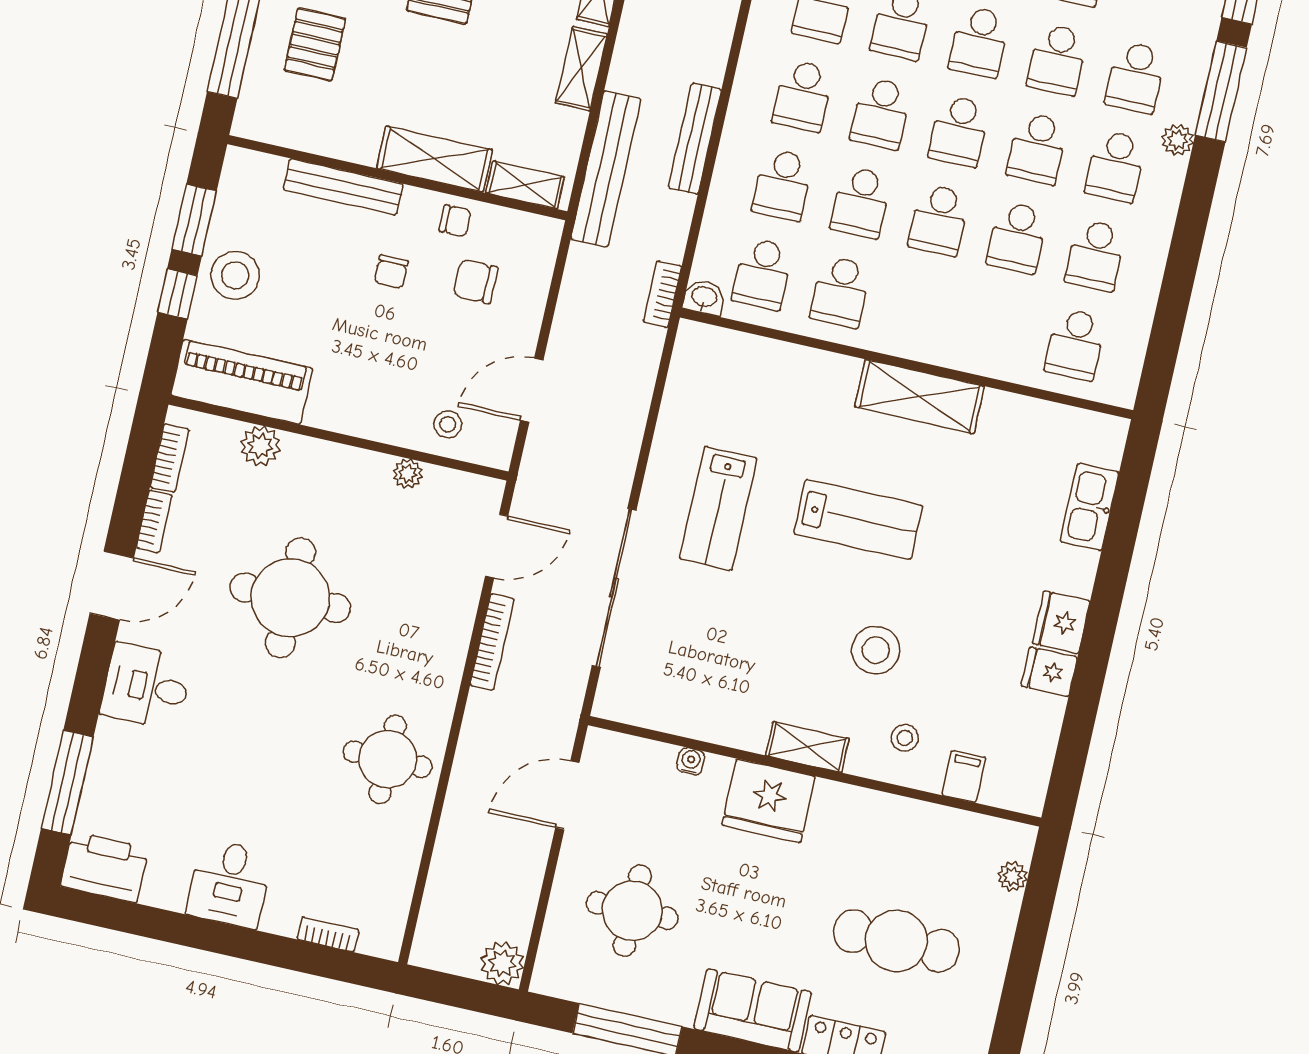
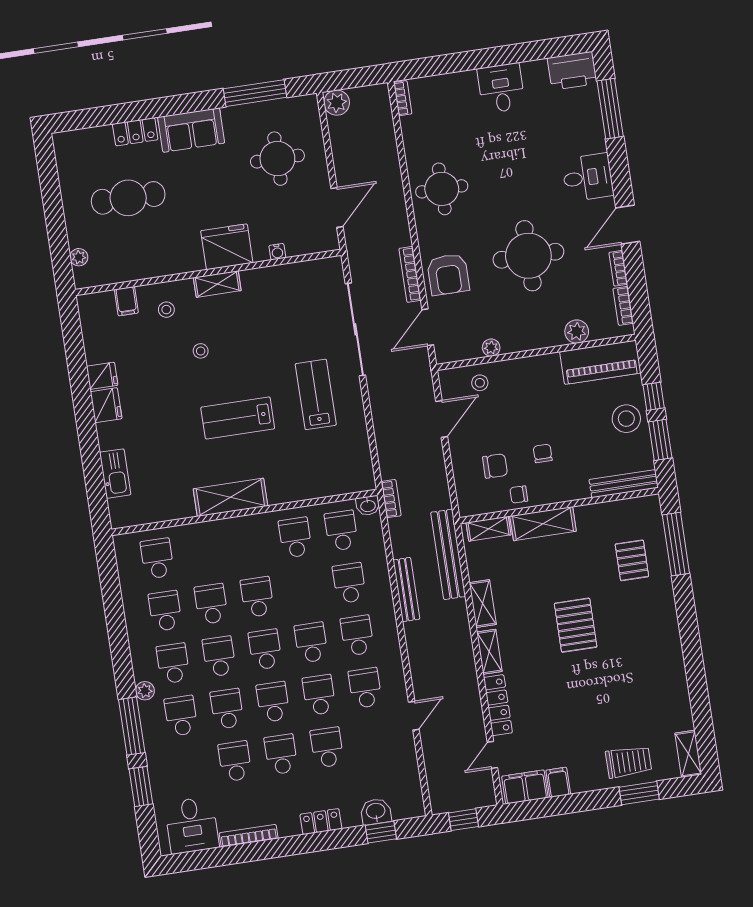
bench: (343, 187) -> (624, 484), moved
school desk: (861, 202) -> (303, 590), removed
armchair: (431, 618) -> (448, 274), added
stool: (876, 650) -> (201, 351), width x0.53, depth x0.53
bookcase: (328, 934) -> (403, 98), moved, turned -90

